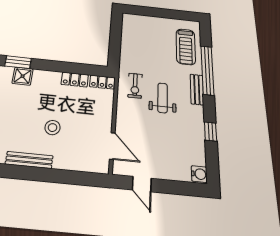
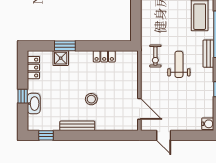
window: (18, 62) -> (65, 46), moved
locker: (102, 82) -> (127, 56), removed

